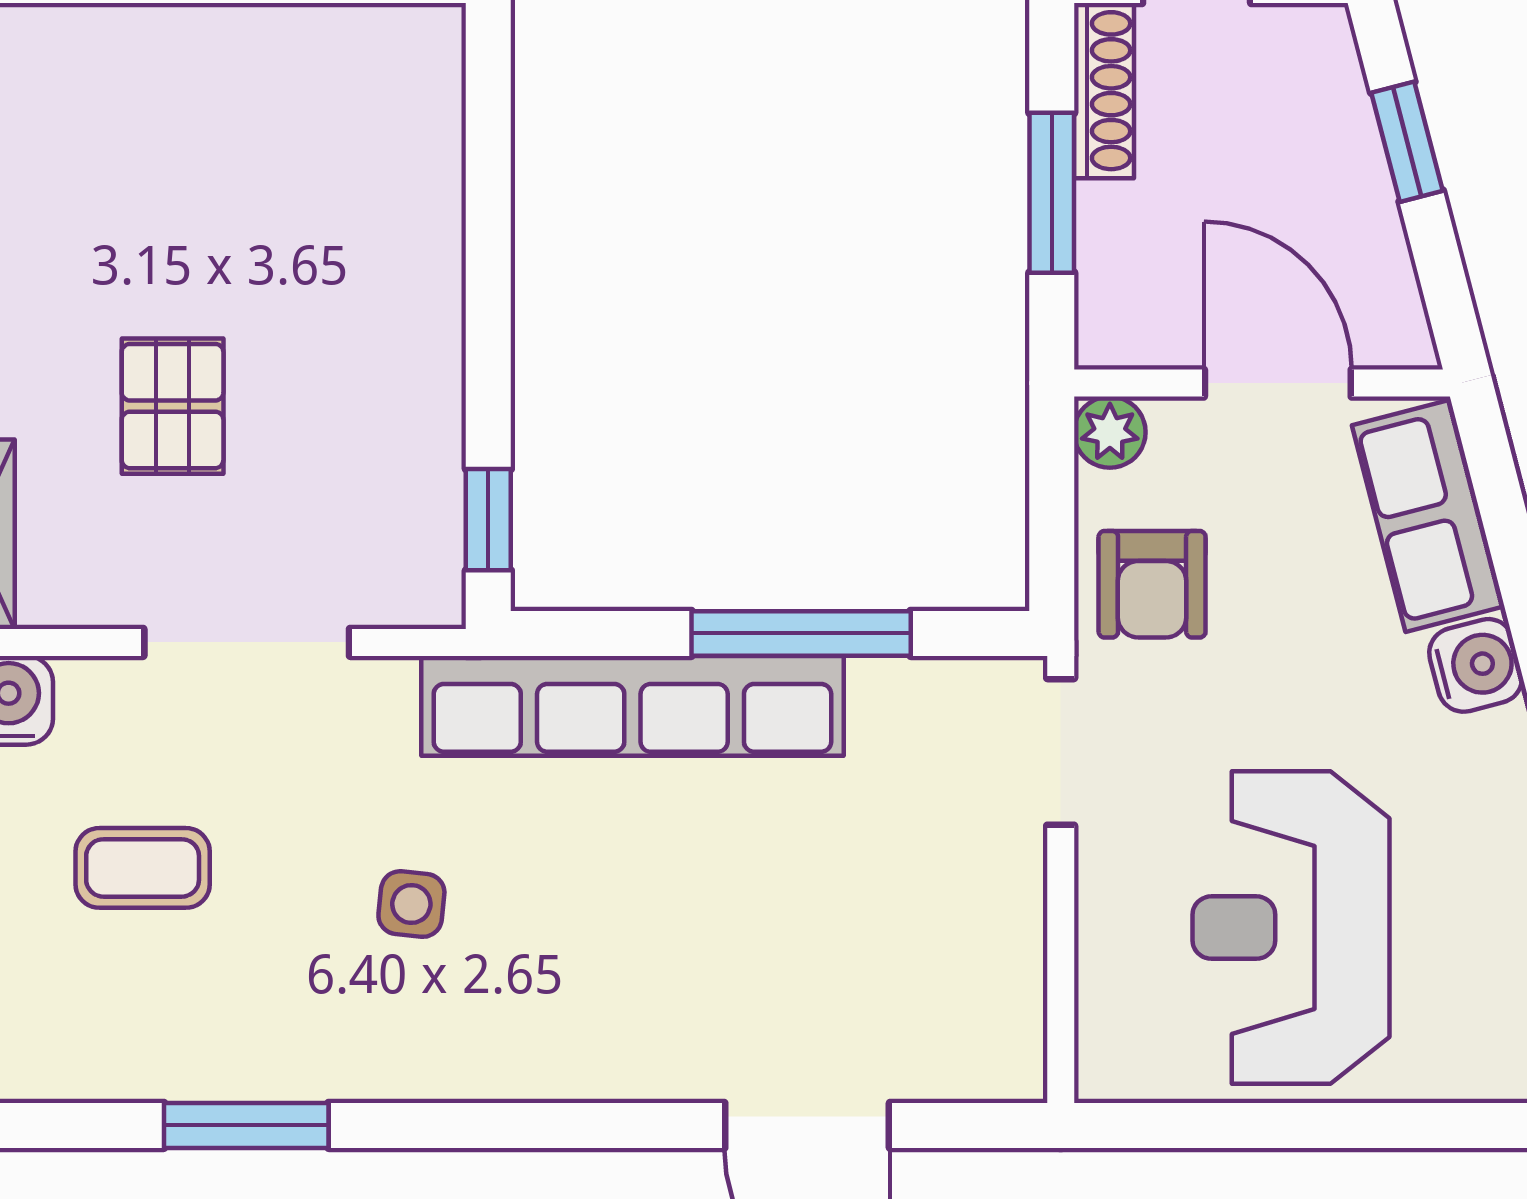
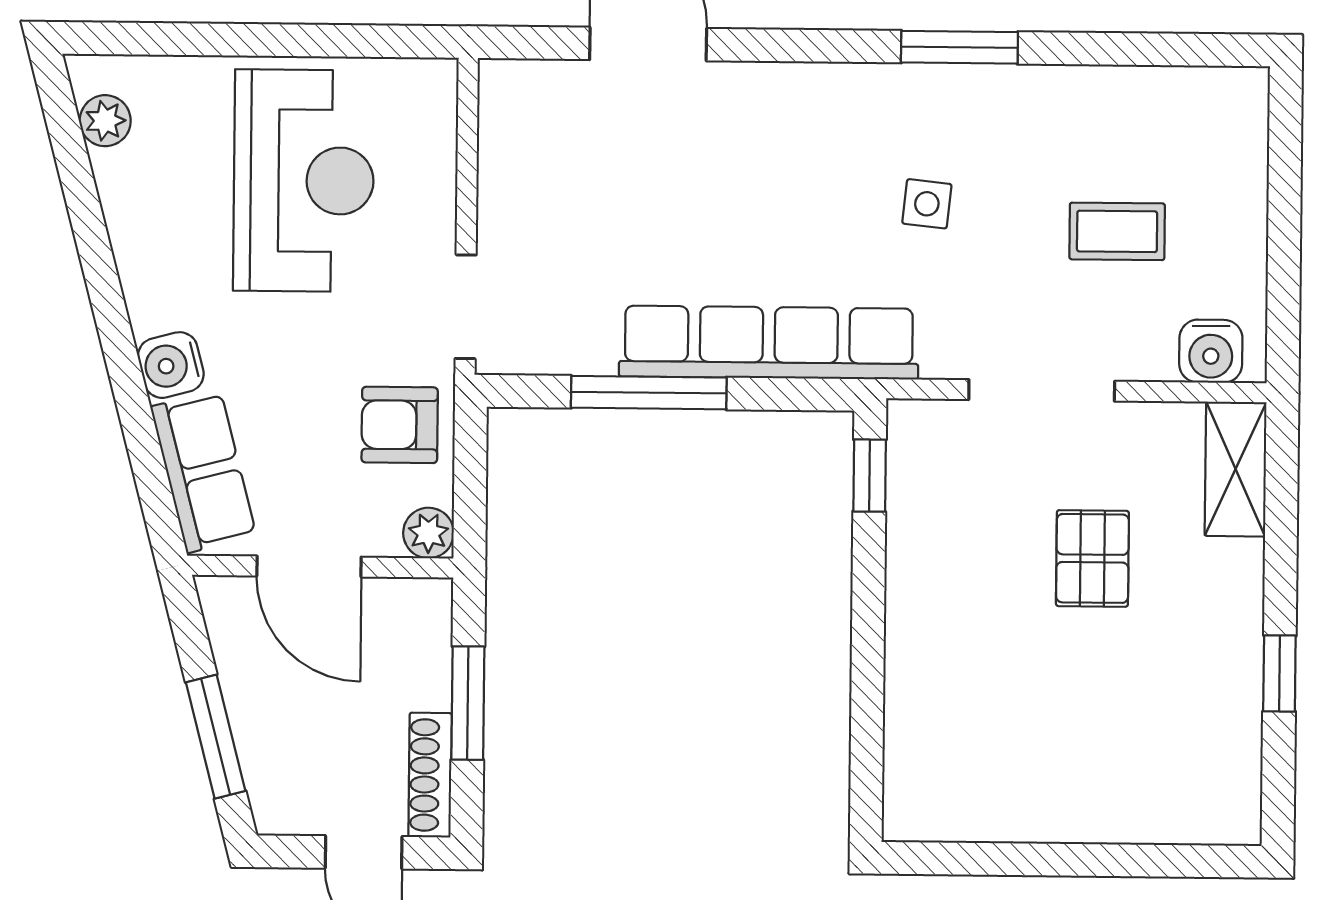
window: (1407, 142) -> (216, 737), width x1.50
armchair: (1152, 584) -> (400, 425), turned -90
window: (246, 1125) -> (959, 47), moved

